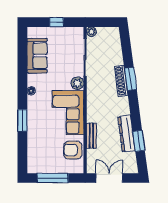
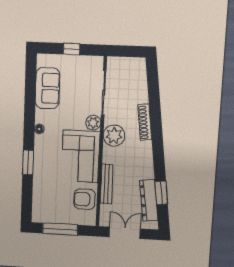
plant: (91, 32) -> (114, 136), moved, width x1.87, depth x1.87
window: (130, 79) -> (156, 120), removed
dresser: (127, 134) -> (149, 200), moved
bench: (91, 136) -> (107, 184), width x1.36

